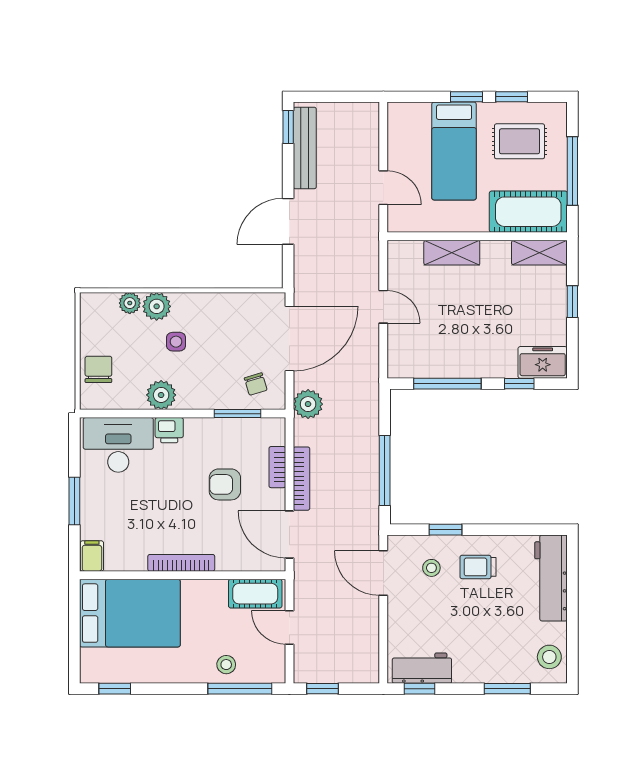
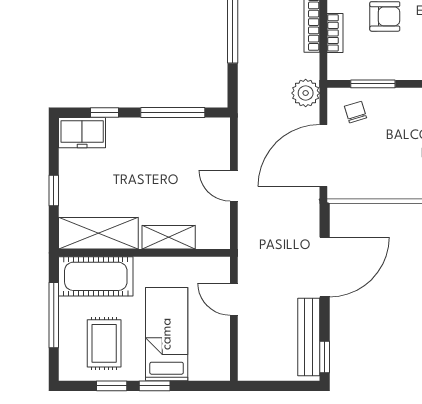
rug: (520, 141) -> (104, 343), turned 90
door: (288, 221) -> (325, 267), width x1.36
shelving: (539, 253) -> (98, 233), width x1.50, depth x1.33

